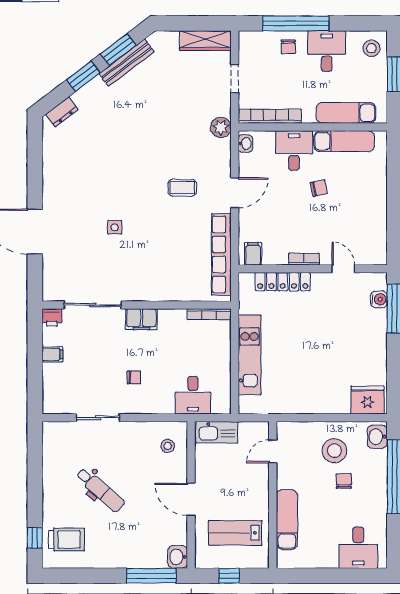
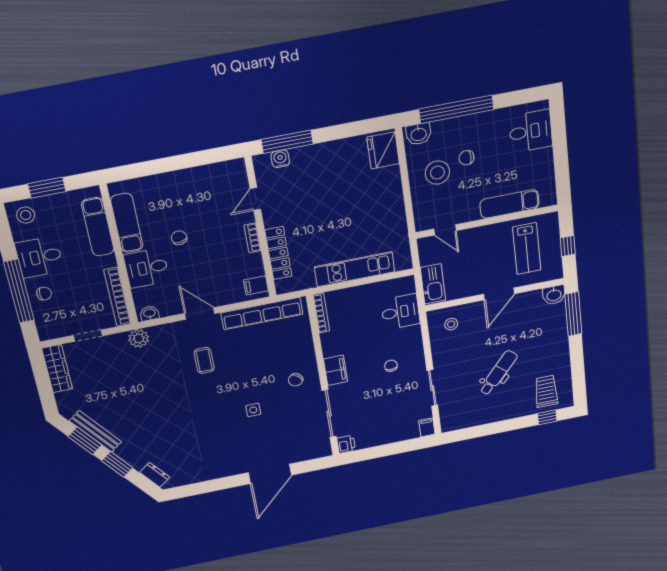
chair: (140, 276) -> (296, 380), added
filing cabinet: (52, 354) -> (427, 427), moved

